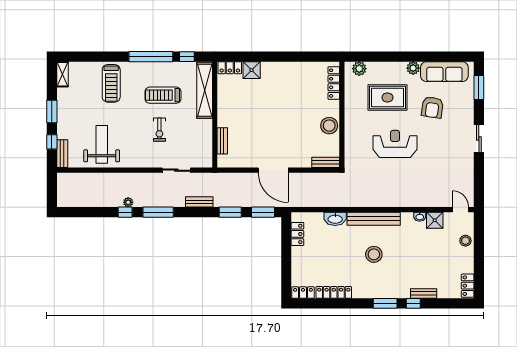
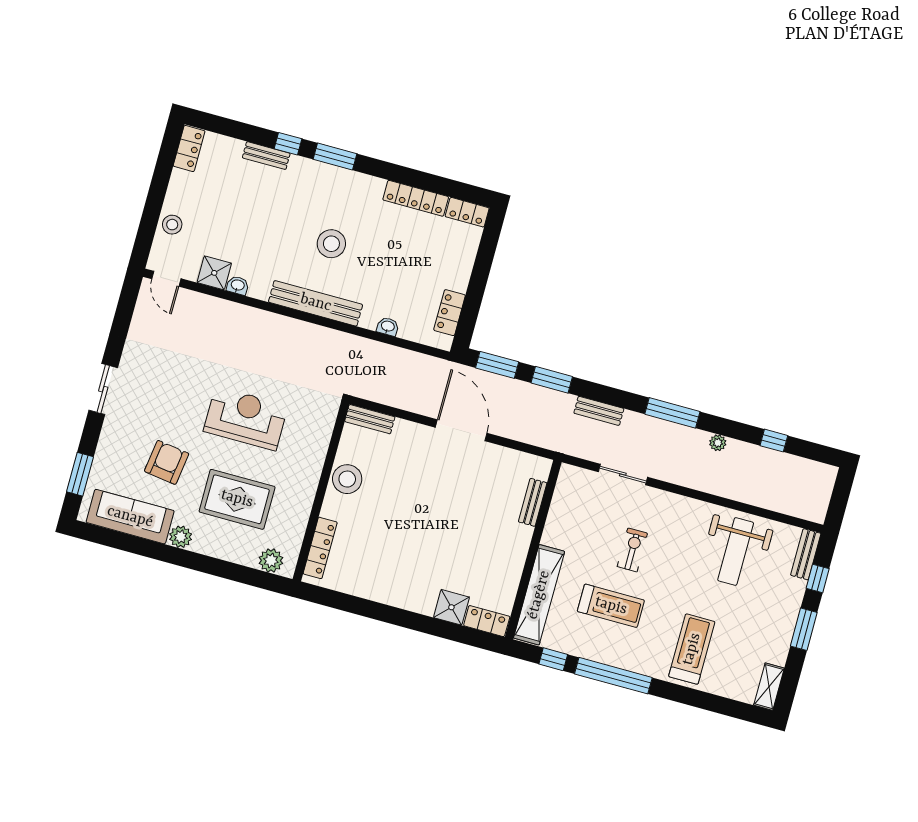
reception desk: (395, 144) -> (246, 418), turned 180
window: (125, 212) -> (774, 441), moved
washbasin: (335, 219) -> (388, 327), width x0.52, depth x0.69

